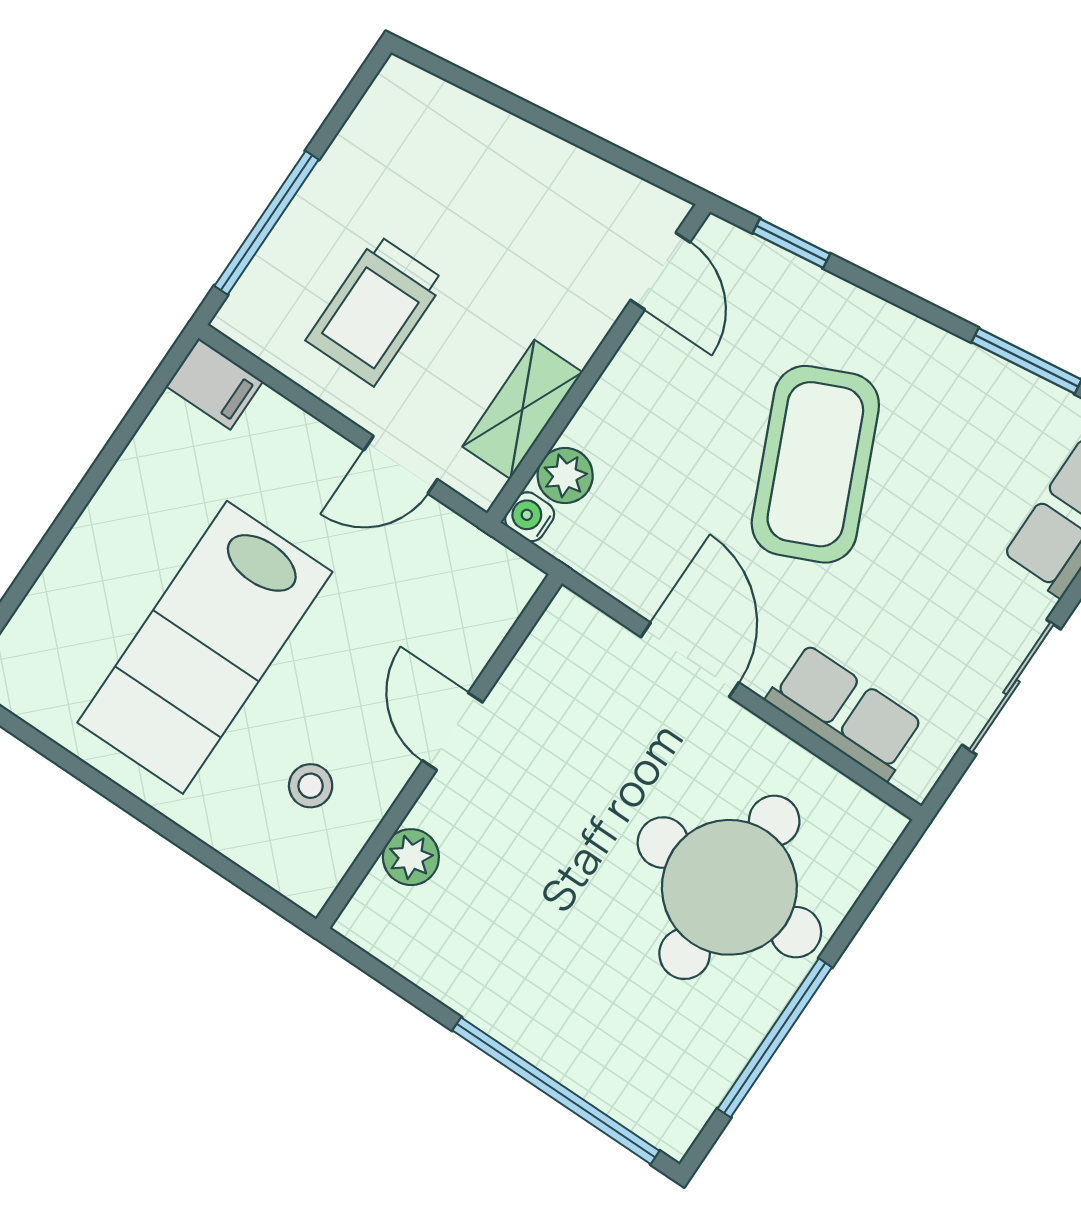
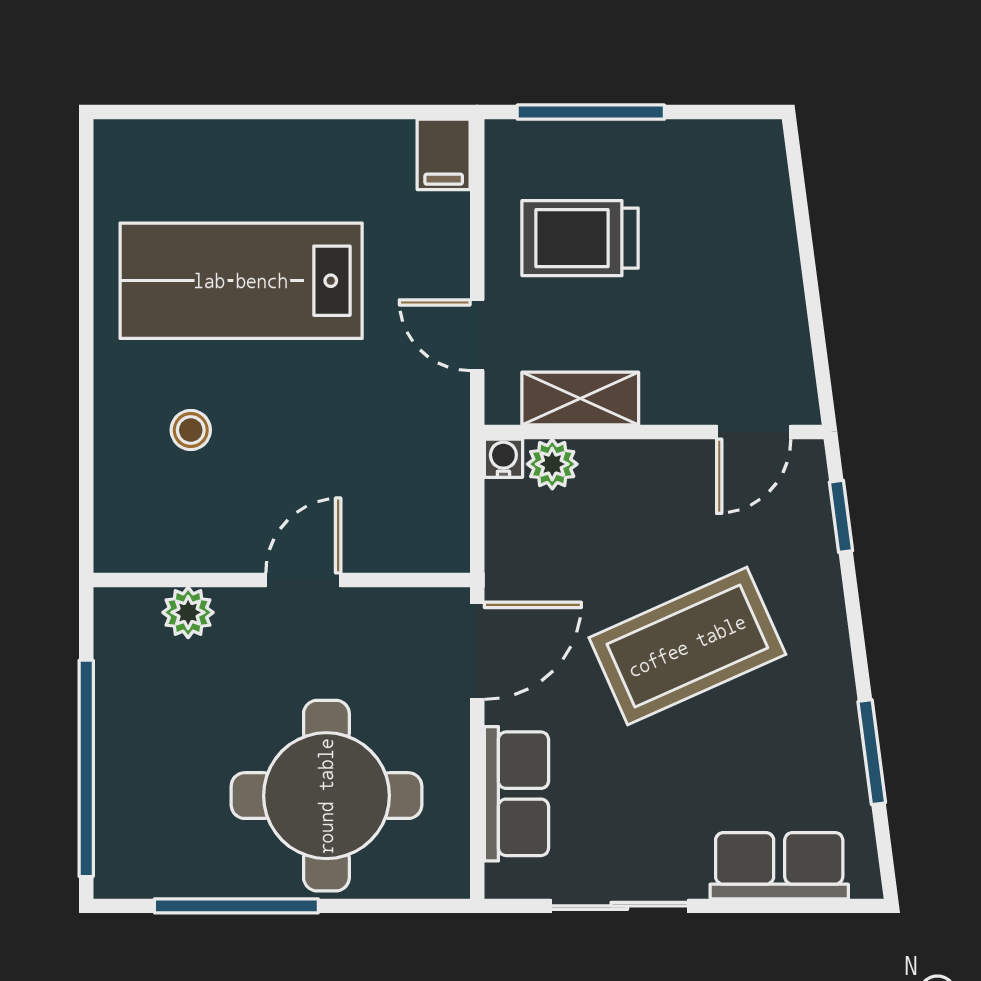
door: (452, 731) -> (303, 580), moved
wall: (439, 751) -> (282, 580), moved
plant: (411, 857) -> (188, 612), moved

